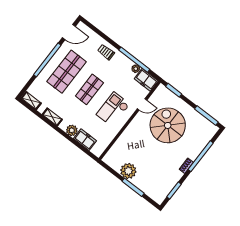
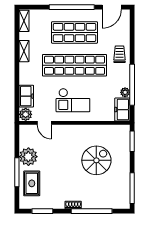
door: (69, 32) -> (112, 7), hinge flipped
shop shelf: (89, 89) -> (75, 65), width x2.00, depth x1.36
door: (142, 104) -> (44, 123), moved
checkout: (113, 109) -> (73, 100), turned 180
spiral stairs: (168, 125) -> (96, 160), width x0.73, depth x0.73
plant: (72, 130) -> (26, 114), moved
rug: (149, 183) -> (32, 183), added

